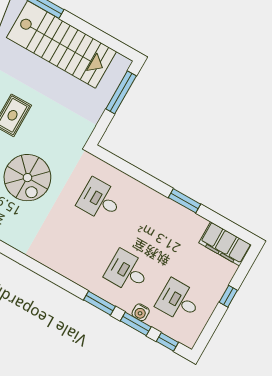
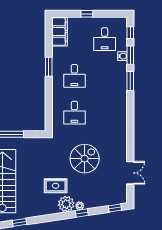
desk: (127, 271) -> (74, 76), moved

